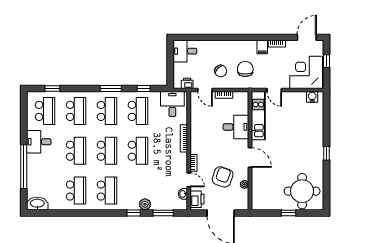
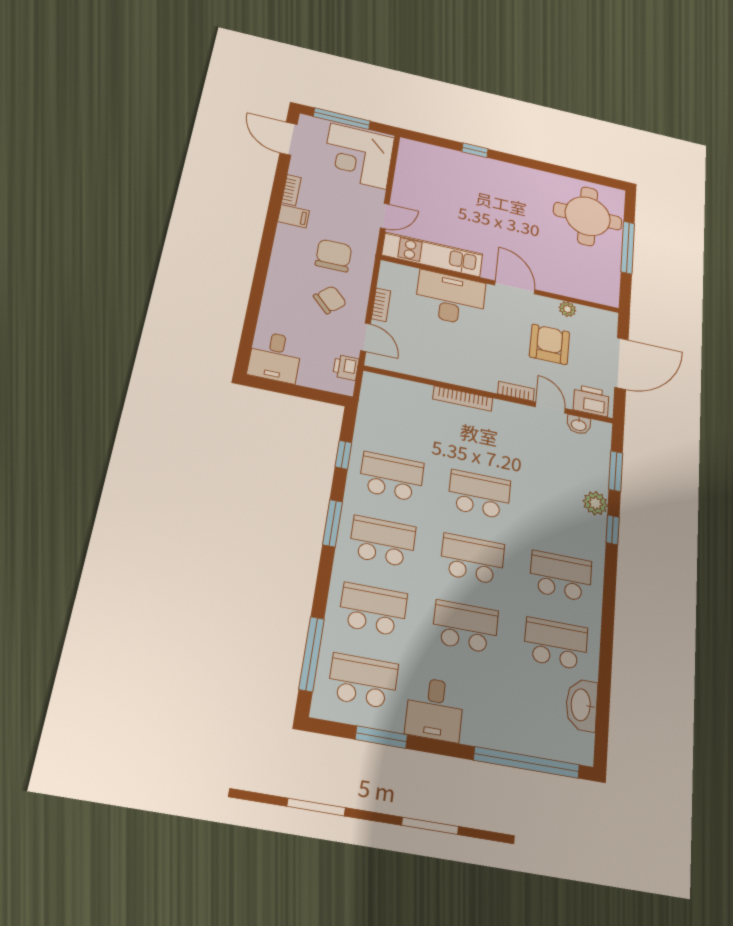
window: (327, 61) -> (342, 119), width x2.17
chair: (245, 69) -> (334, 255), turned 90
window: (52, 88) -> (312, 654), width x2.17
door: (205, 90) -> (365, 337), hinge flipped
water cooler: (312, 97) -> (408, 158), removed
desk: (172, 104) -> (386, 405), removed
window: (24, 121) -> (381, 737), added
desk: (236, 127) -> (450, 298), width x1.37
window: (327, 153) -> (475, 150), moved
door: (250, 157) -> (515, 287), hinge flipped
window: (24, 167) -> (527, 762), moved
armchair: (223, 177) -> (549, 344), turned 71
door: (189, 180) -> (550, 408), hinge flipped
washbasin: (37, 204) -> (582, 705), moved
window: (289, 213) -> (628, 248), width x2.17

